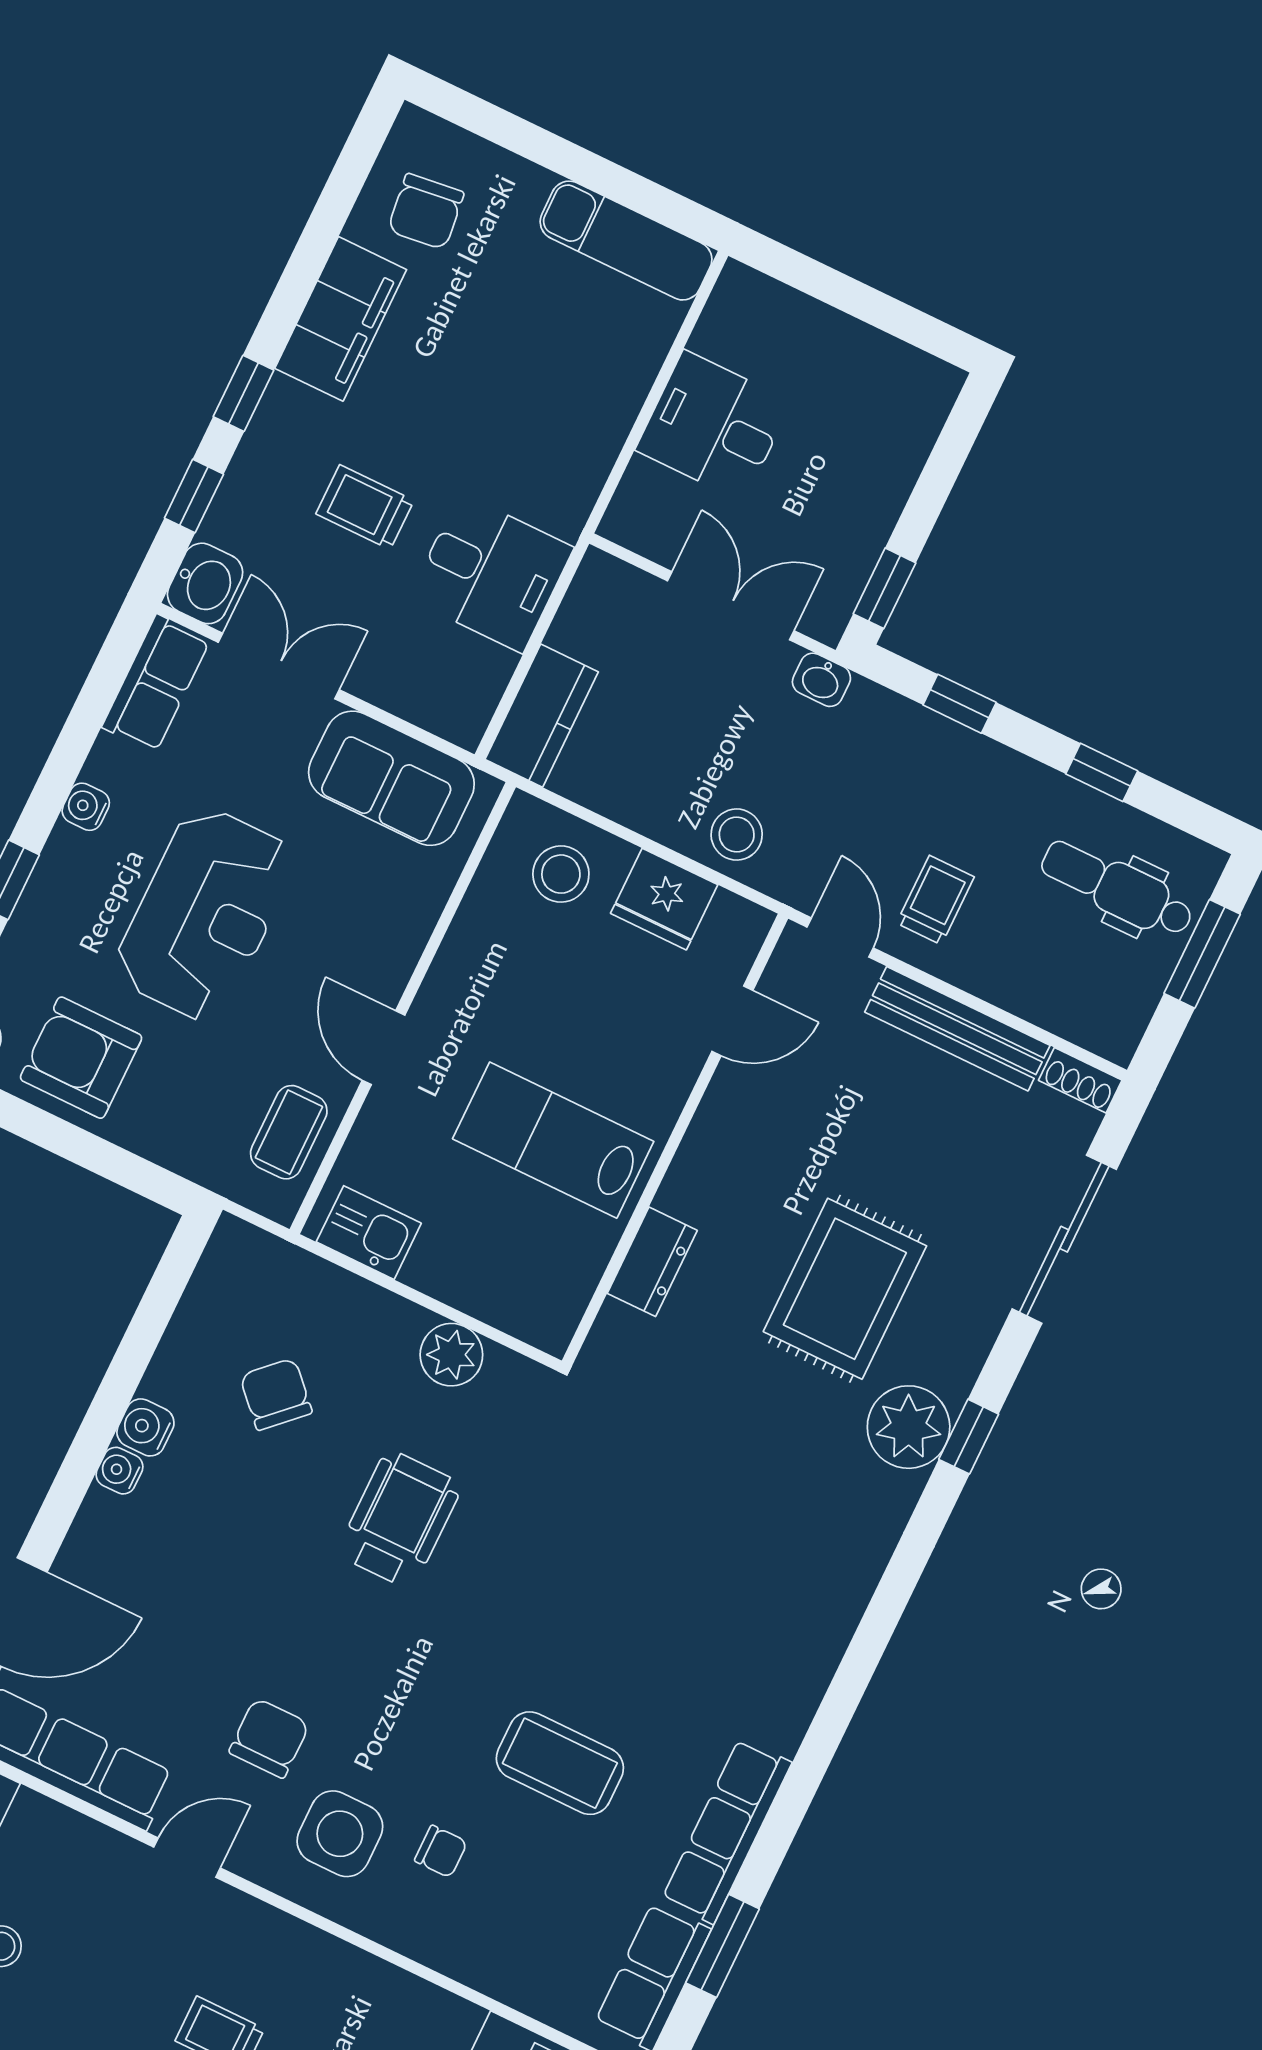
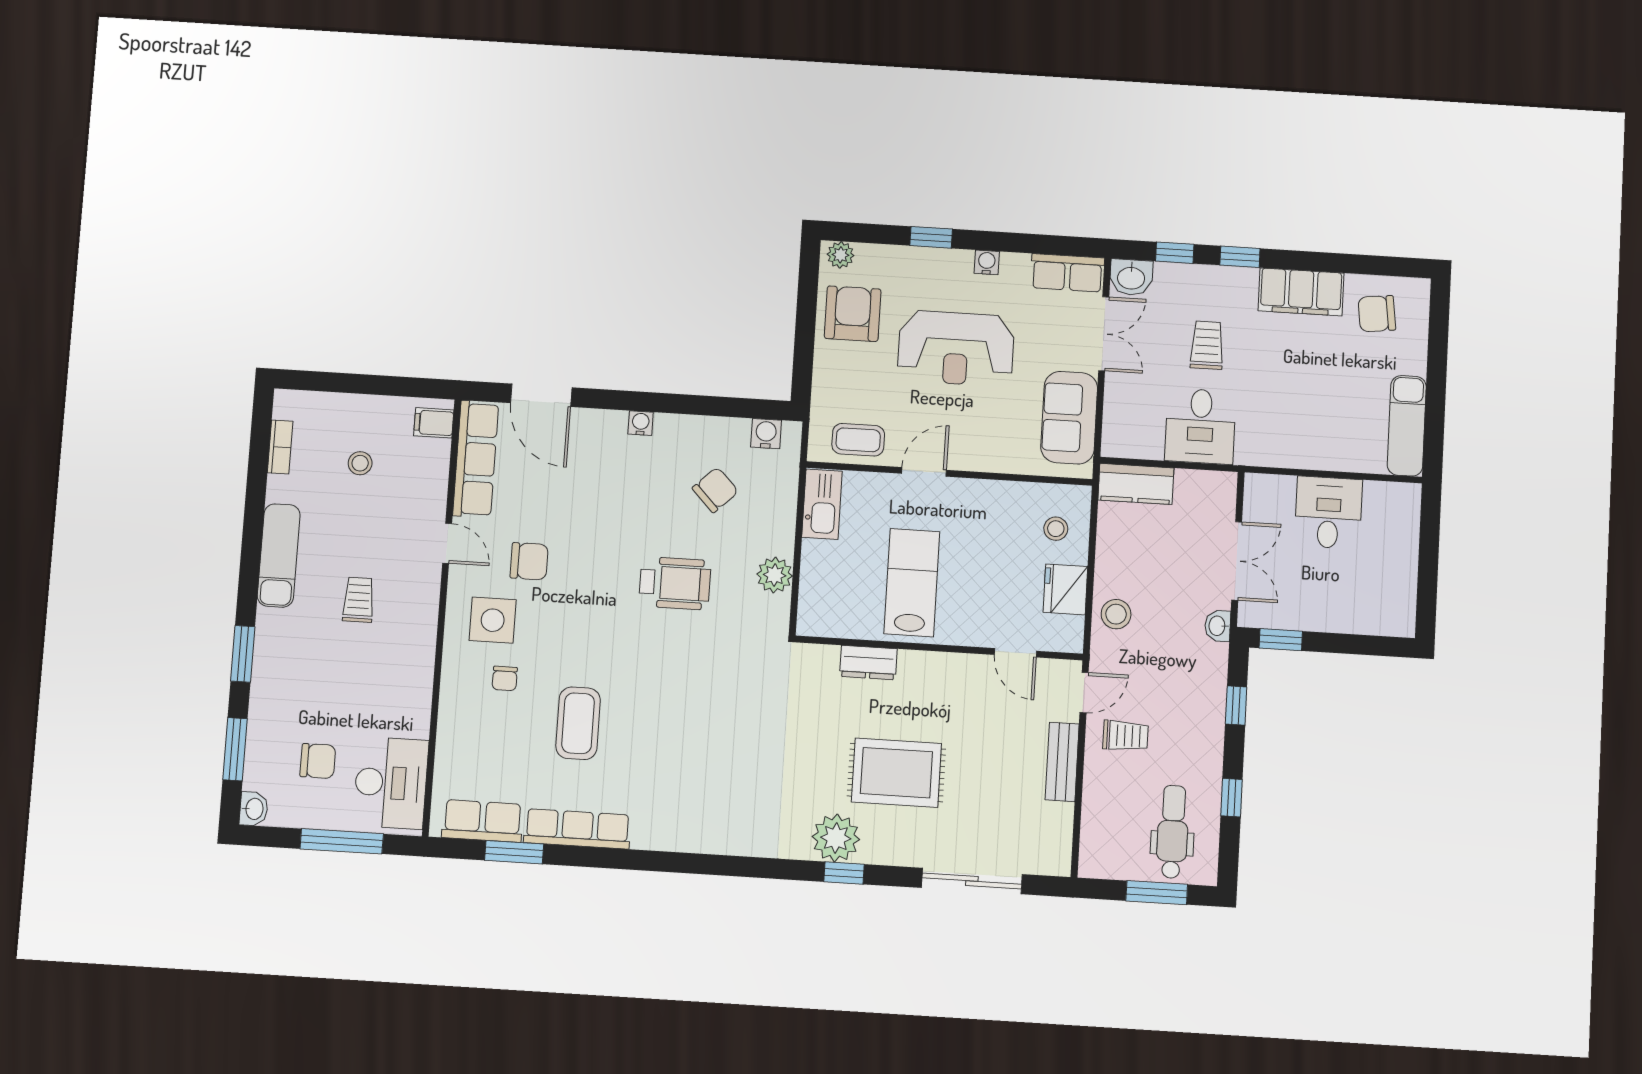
stool: (561, 874) -> (1056, 529), width x0.73, depth x0.73
bench: (957, 1029) -> (1062, 762), width x0.73
shoe rack: (1080, 1080) -> (1061, 854), removed
kitchen sink: (369, 1233) -> (822, 504), width x1.38
water cooler: (145, 1427) -> (766, 434), moved

